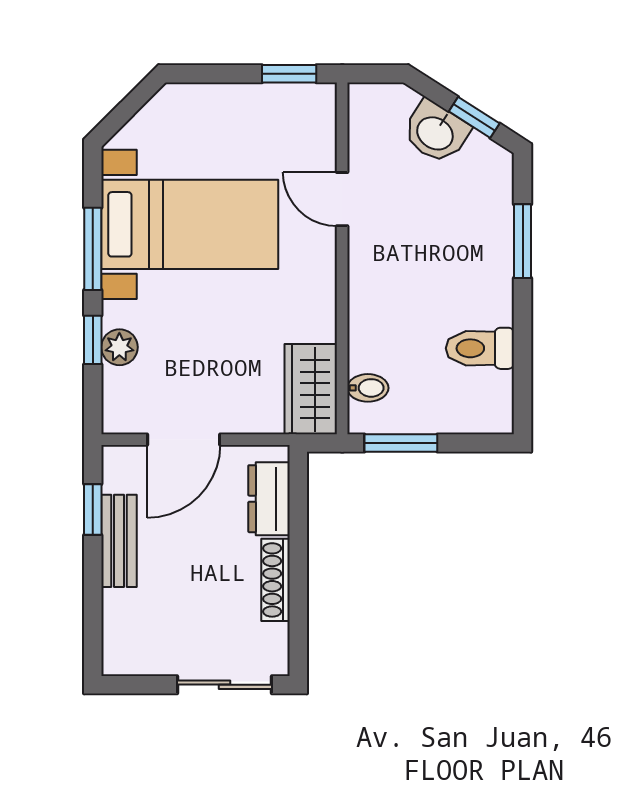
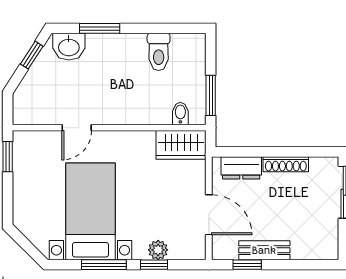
washbasin: (436, 132) -> (69, 47), moved, turned 57

